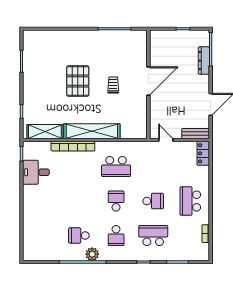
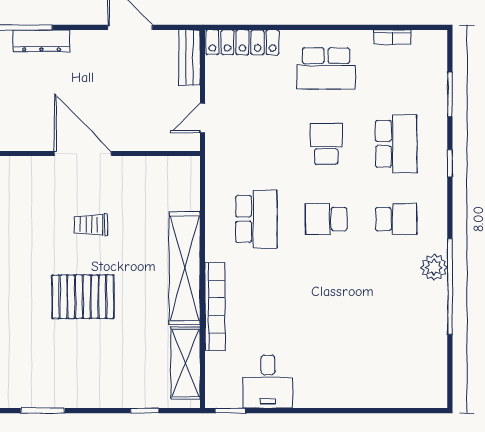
locker: (203, 153) -> (242, 42), width x1.53
school desk: (79, 236) -> (396, 294), removed
school desk: (153, 236) -> (396, 144), turned 180

